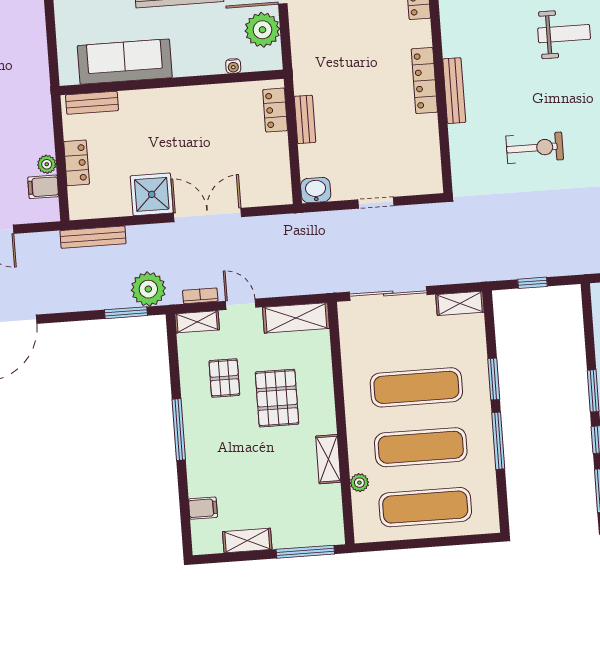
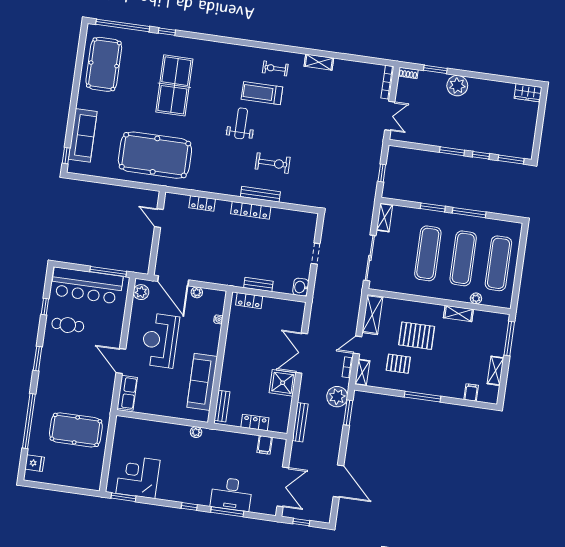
plant: (262, 30) -> (197, 292), width x0.53, depth x0.53
exercise bike: (535, 148) -> (273, 163), moved, turned 90
plant: (47, 164) -> (196, 432), moved

